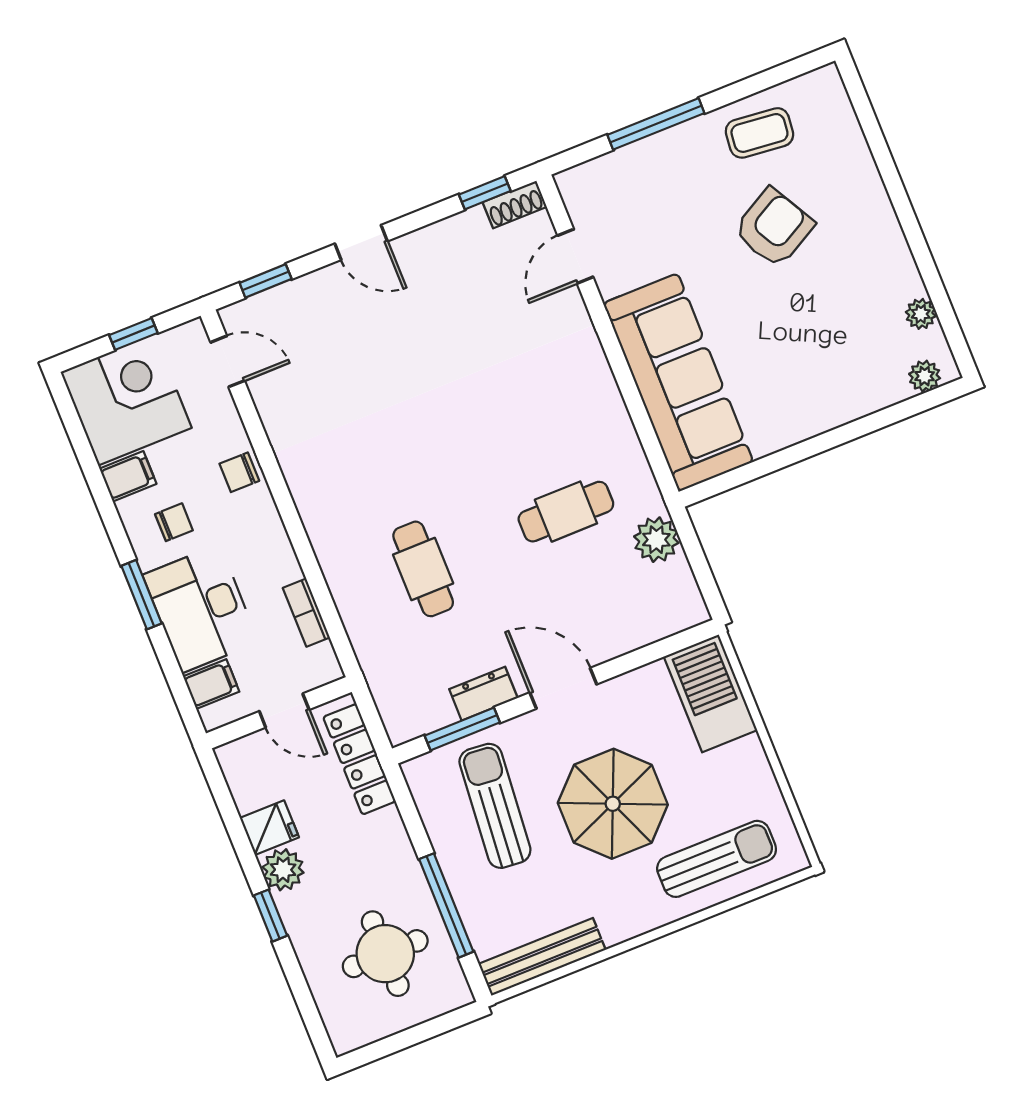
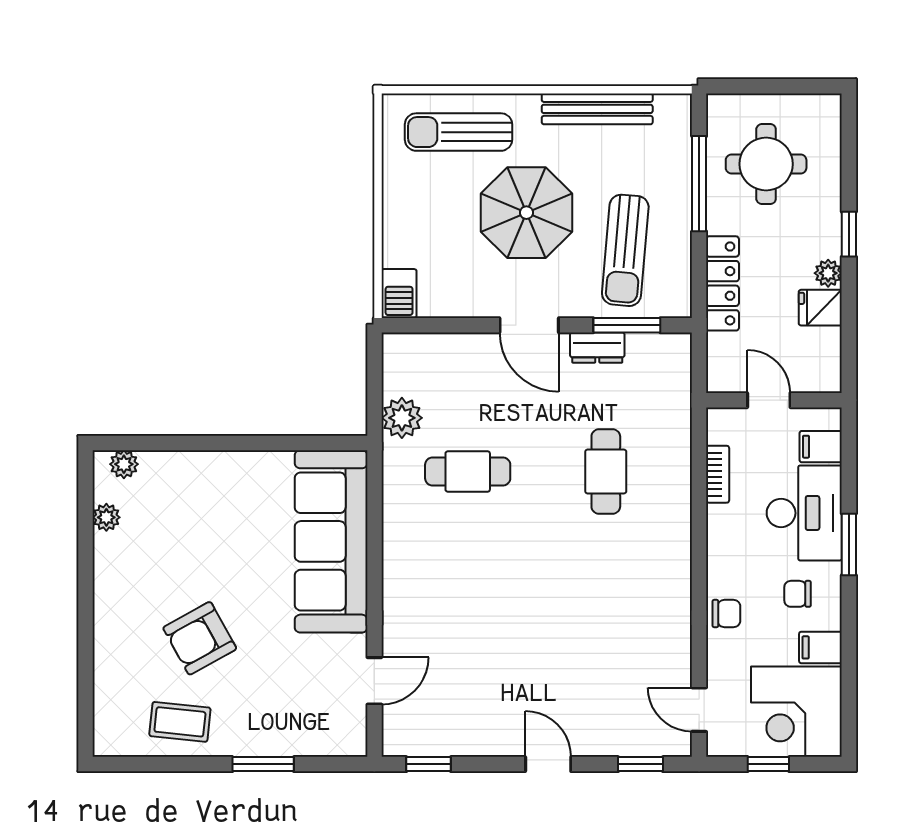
window: (656, 124) -> (263, 764), width x0.69
shoe rack: (515, 204) -> (408, 744), removed
barbecue: (710, 693) -> (399, 294), width x0.53, depth x0.65
locker: (359, 759) -> (723, 283), moved
plant: (283, 870) -> (828, 273), width x0.73, depth x0.73
bench: (542, 957) -> (597, 109), moved

